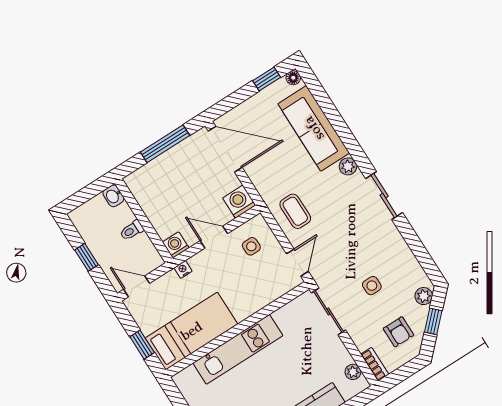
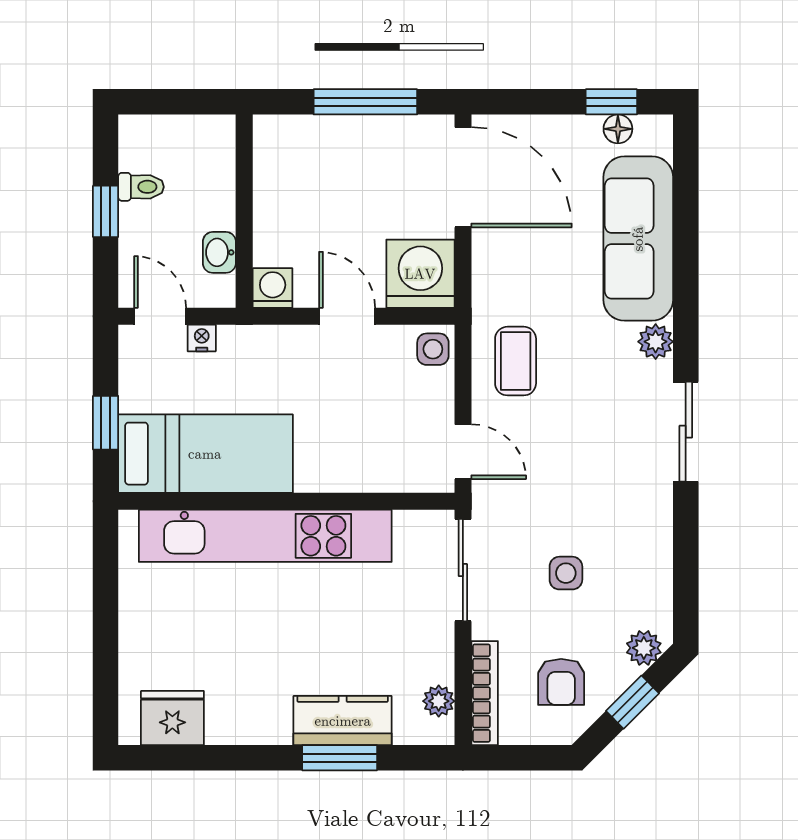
floor lamp: (293, 78) -> (618, 129), moved
washbasin: (113, 196) -> (219, 252), moved
washing machine: (239, 202) -> (420, 274), width x1.37, depth x1.37
toilet: (132, 230) -> (141, 187), moved, turned 180
side table: (251, 246) -> (433, 349), moved
door: (297, 263) -> (463, 452), hinge flipped
nightstand: (183, 269) -> (202, 338), moved
kitchen unit: (238, 349) -> (265, 536), width x1.36
bookcase: (375, 364) -> (485, 693), width x1.56

